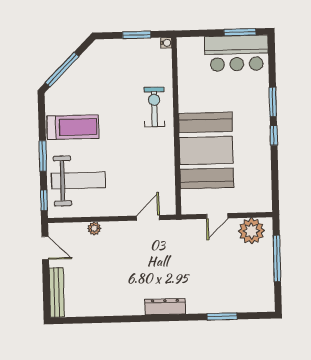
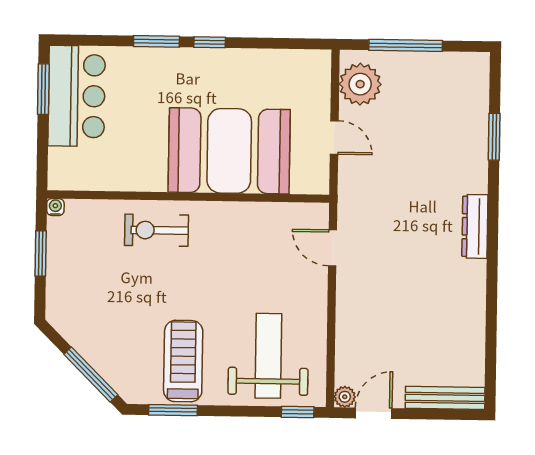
window: (43, 156) -> (173, 410), moved
plant: (94, 228) -> (345, 397), moved

